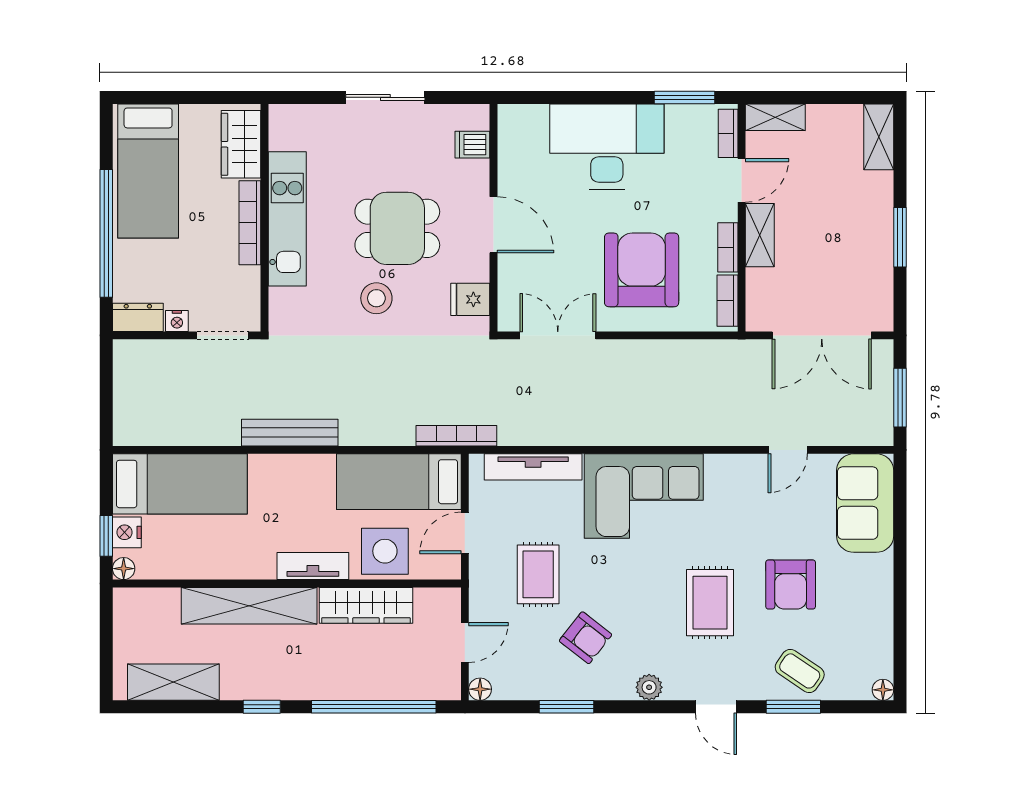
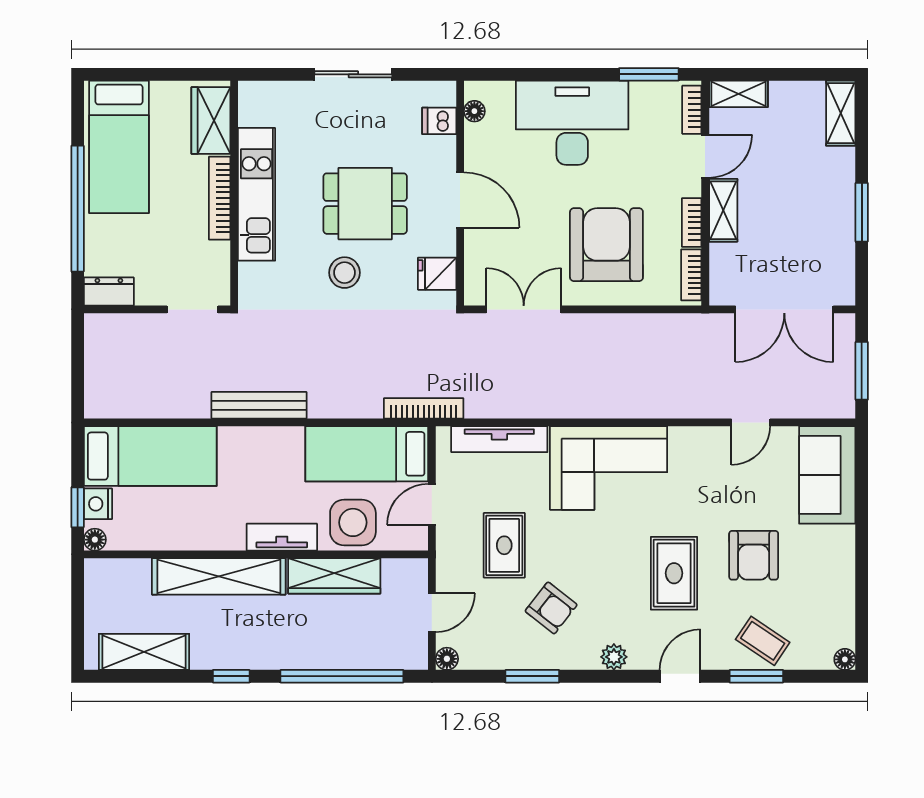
floor lamp: (508, 135) -> (474, 111), added
nightstand: (177, 321) -> (147, 295), removed
door: (716, 707) -> (680, 676), swing flipped

